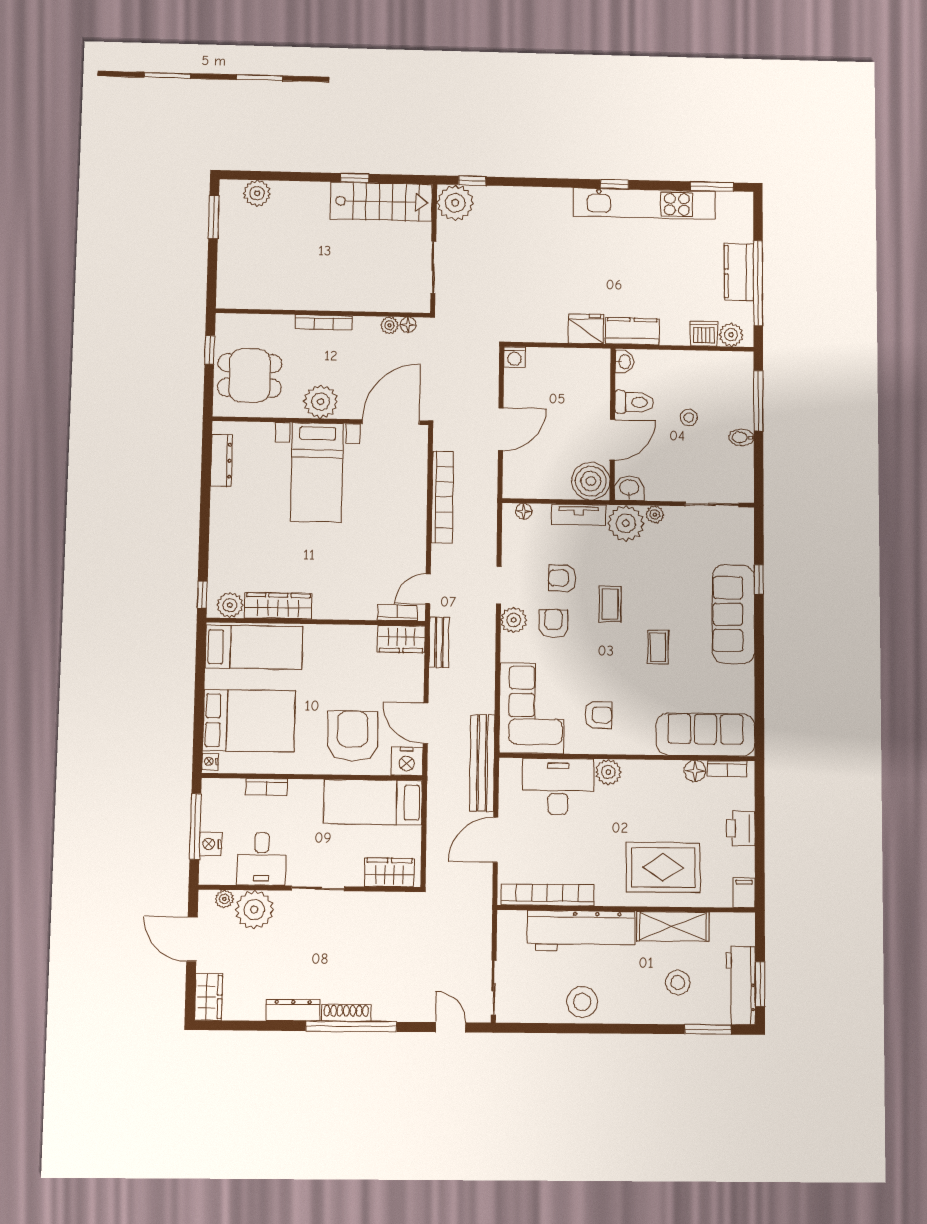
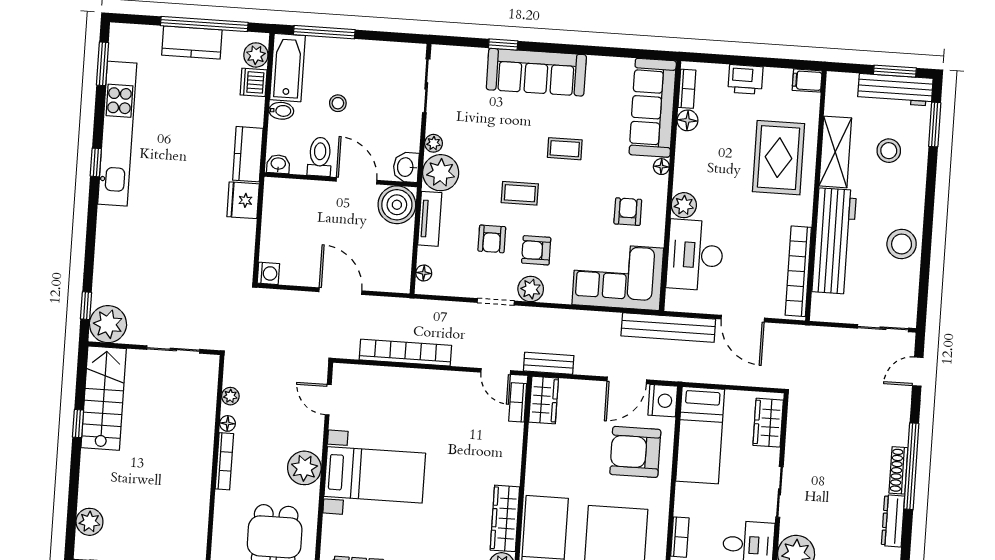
floor lamp: (408, 325) -> (228, 423), moved
bathtub: (721, 366) -> (288, 68), added
door: (391, 422) -> (328, 400), width x0.53
bidet: (742, 437) -> (281, 111), moved, turned -90
floor lamp: (646, 747) -> (661, 167), added

